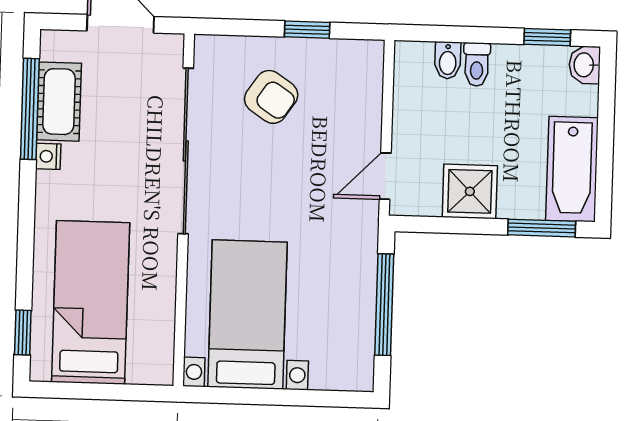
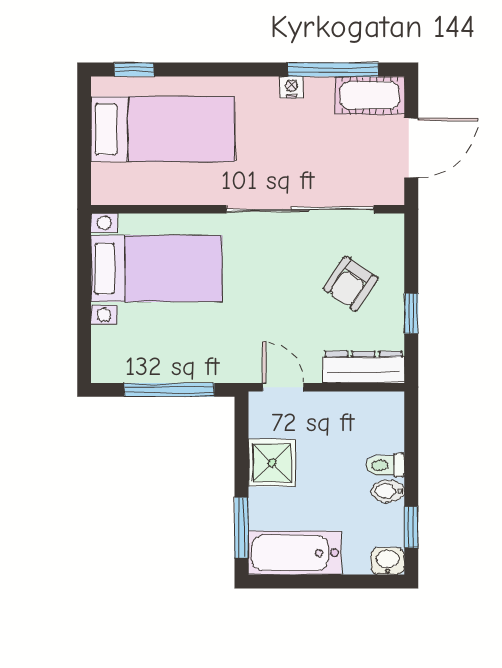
bidet: (448, 60) -> (388, 491), moved
dresser: (365, 85) -> (364, 367), added
cot: (59, 102) -> (370, 95), moved

